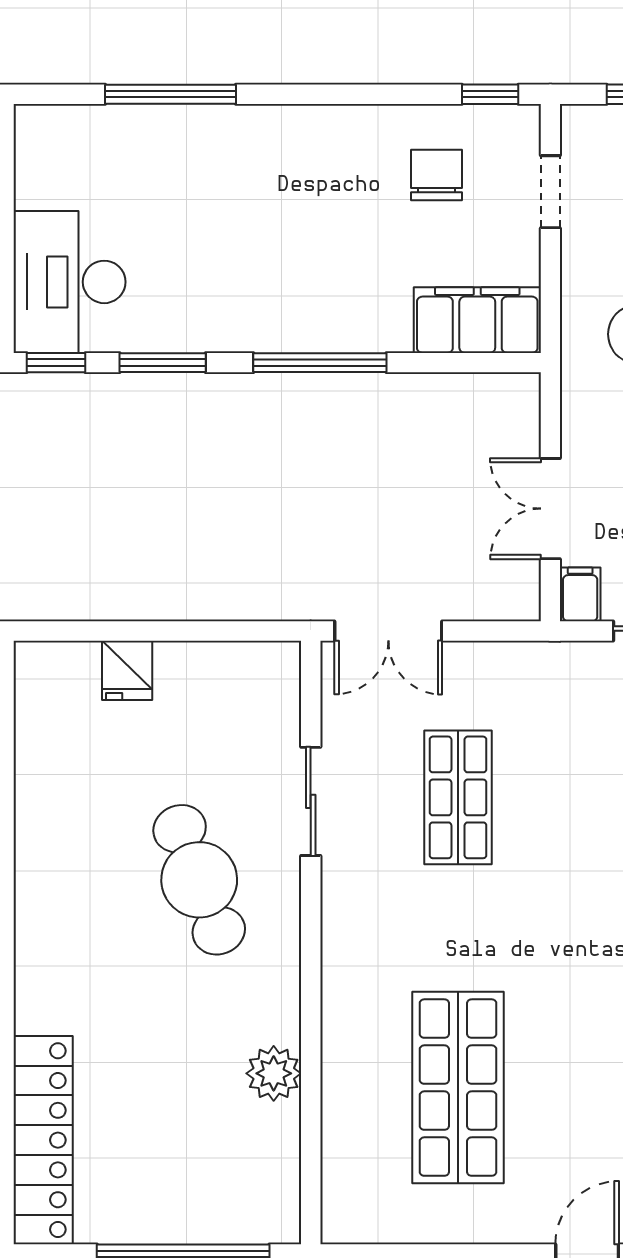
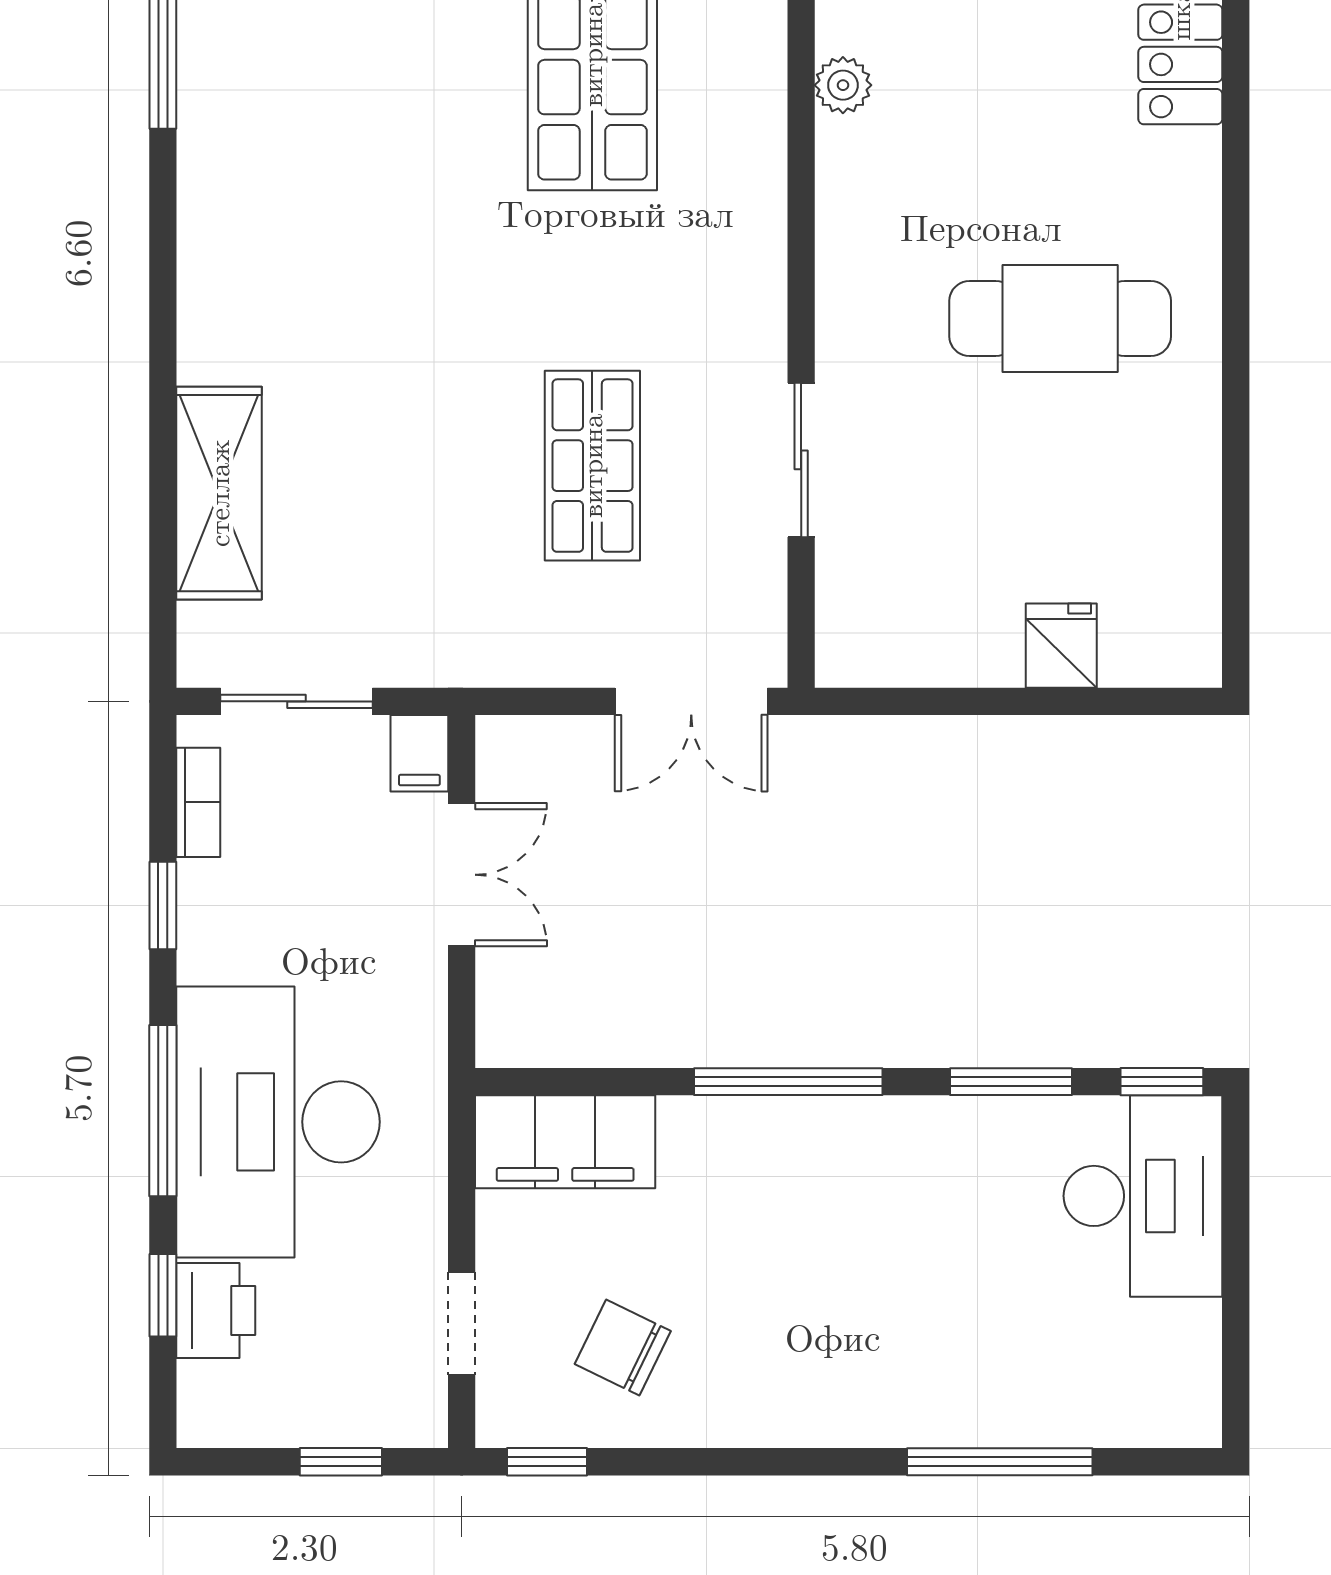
chair: (437, 175) -> (623, 1348), turned 116
double door: (388, 631) -> (691, 701), swing flipped
cafe table: (199, 880) -> (1060, 319), moved, turned -69
plant: (274, 1073) -> (843, 85), width x0.73, depth x0.73

